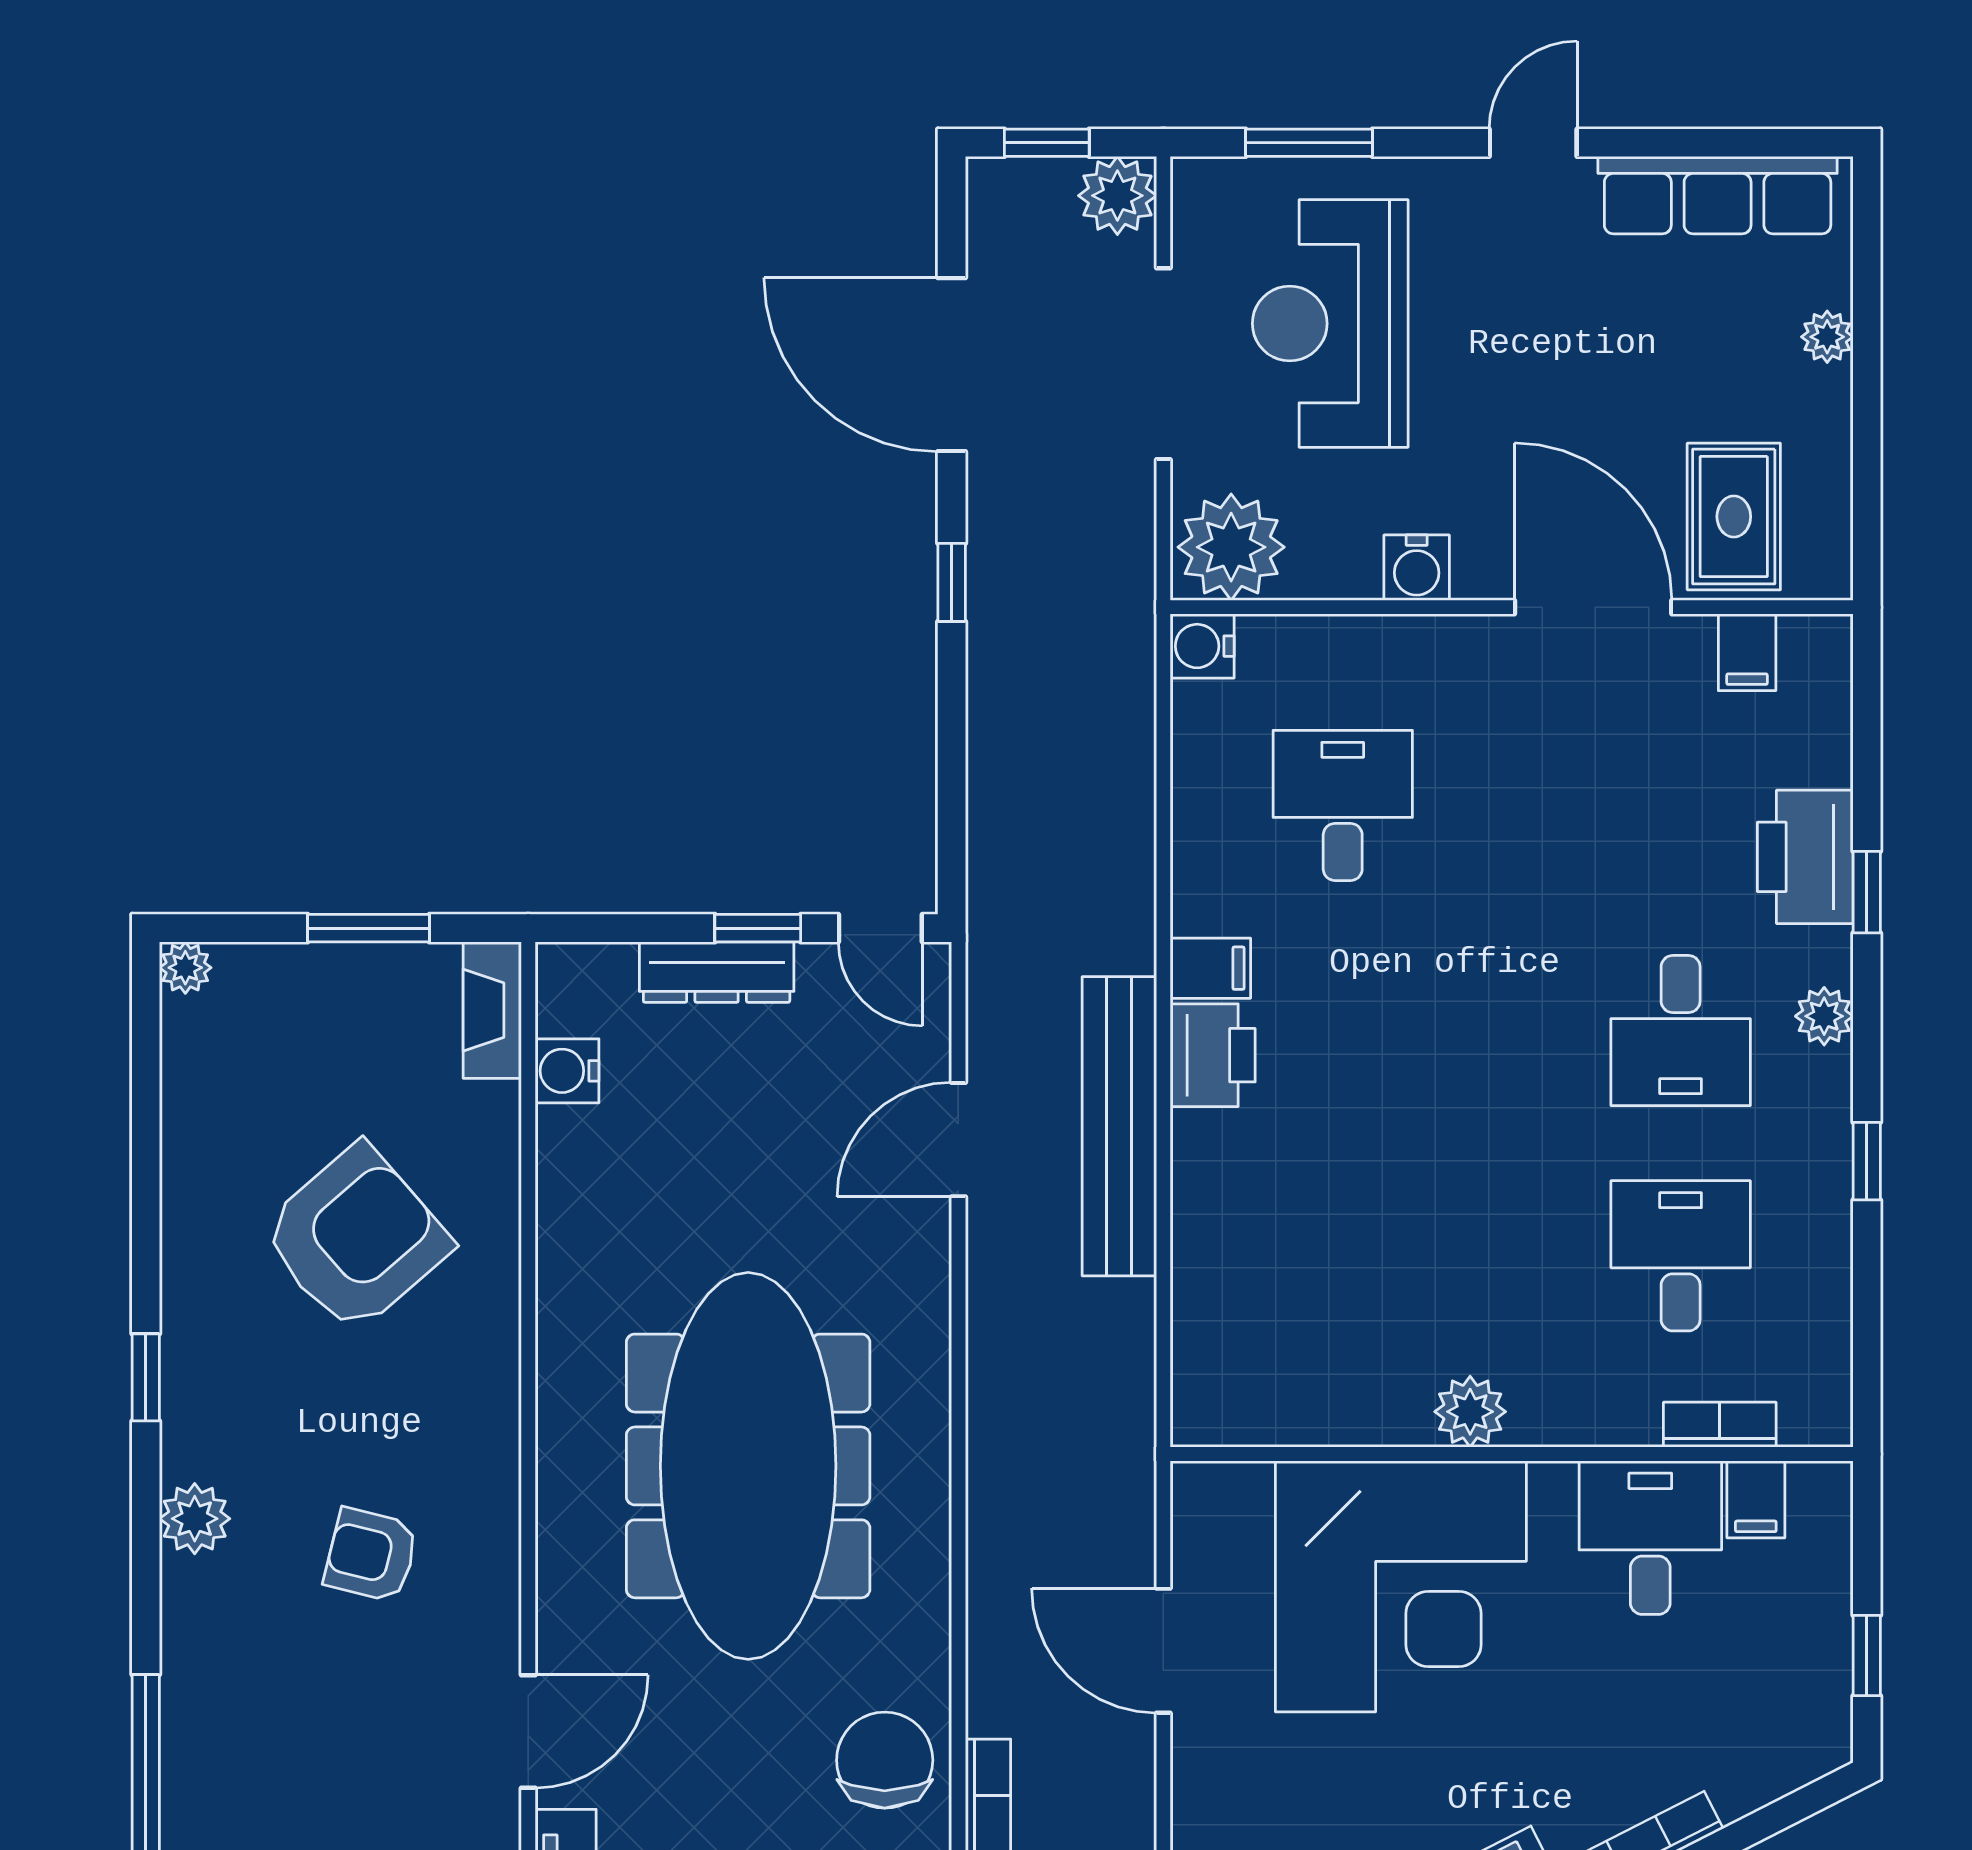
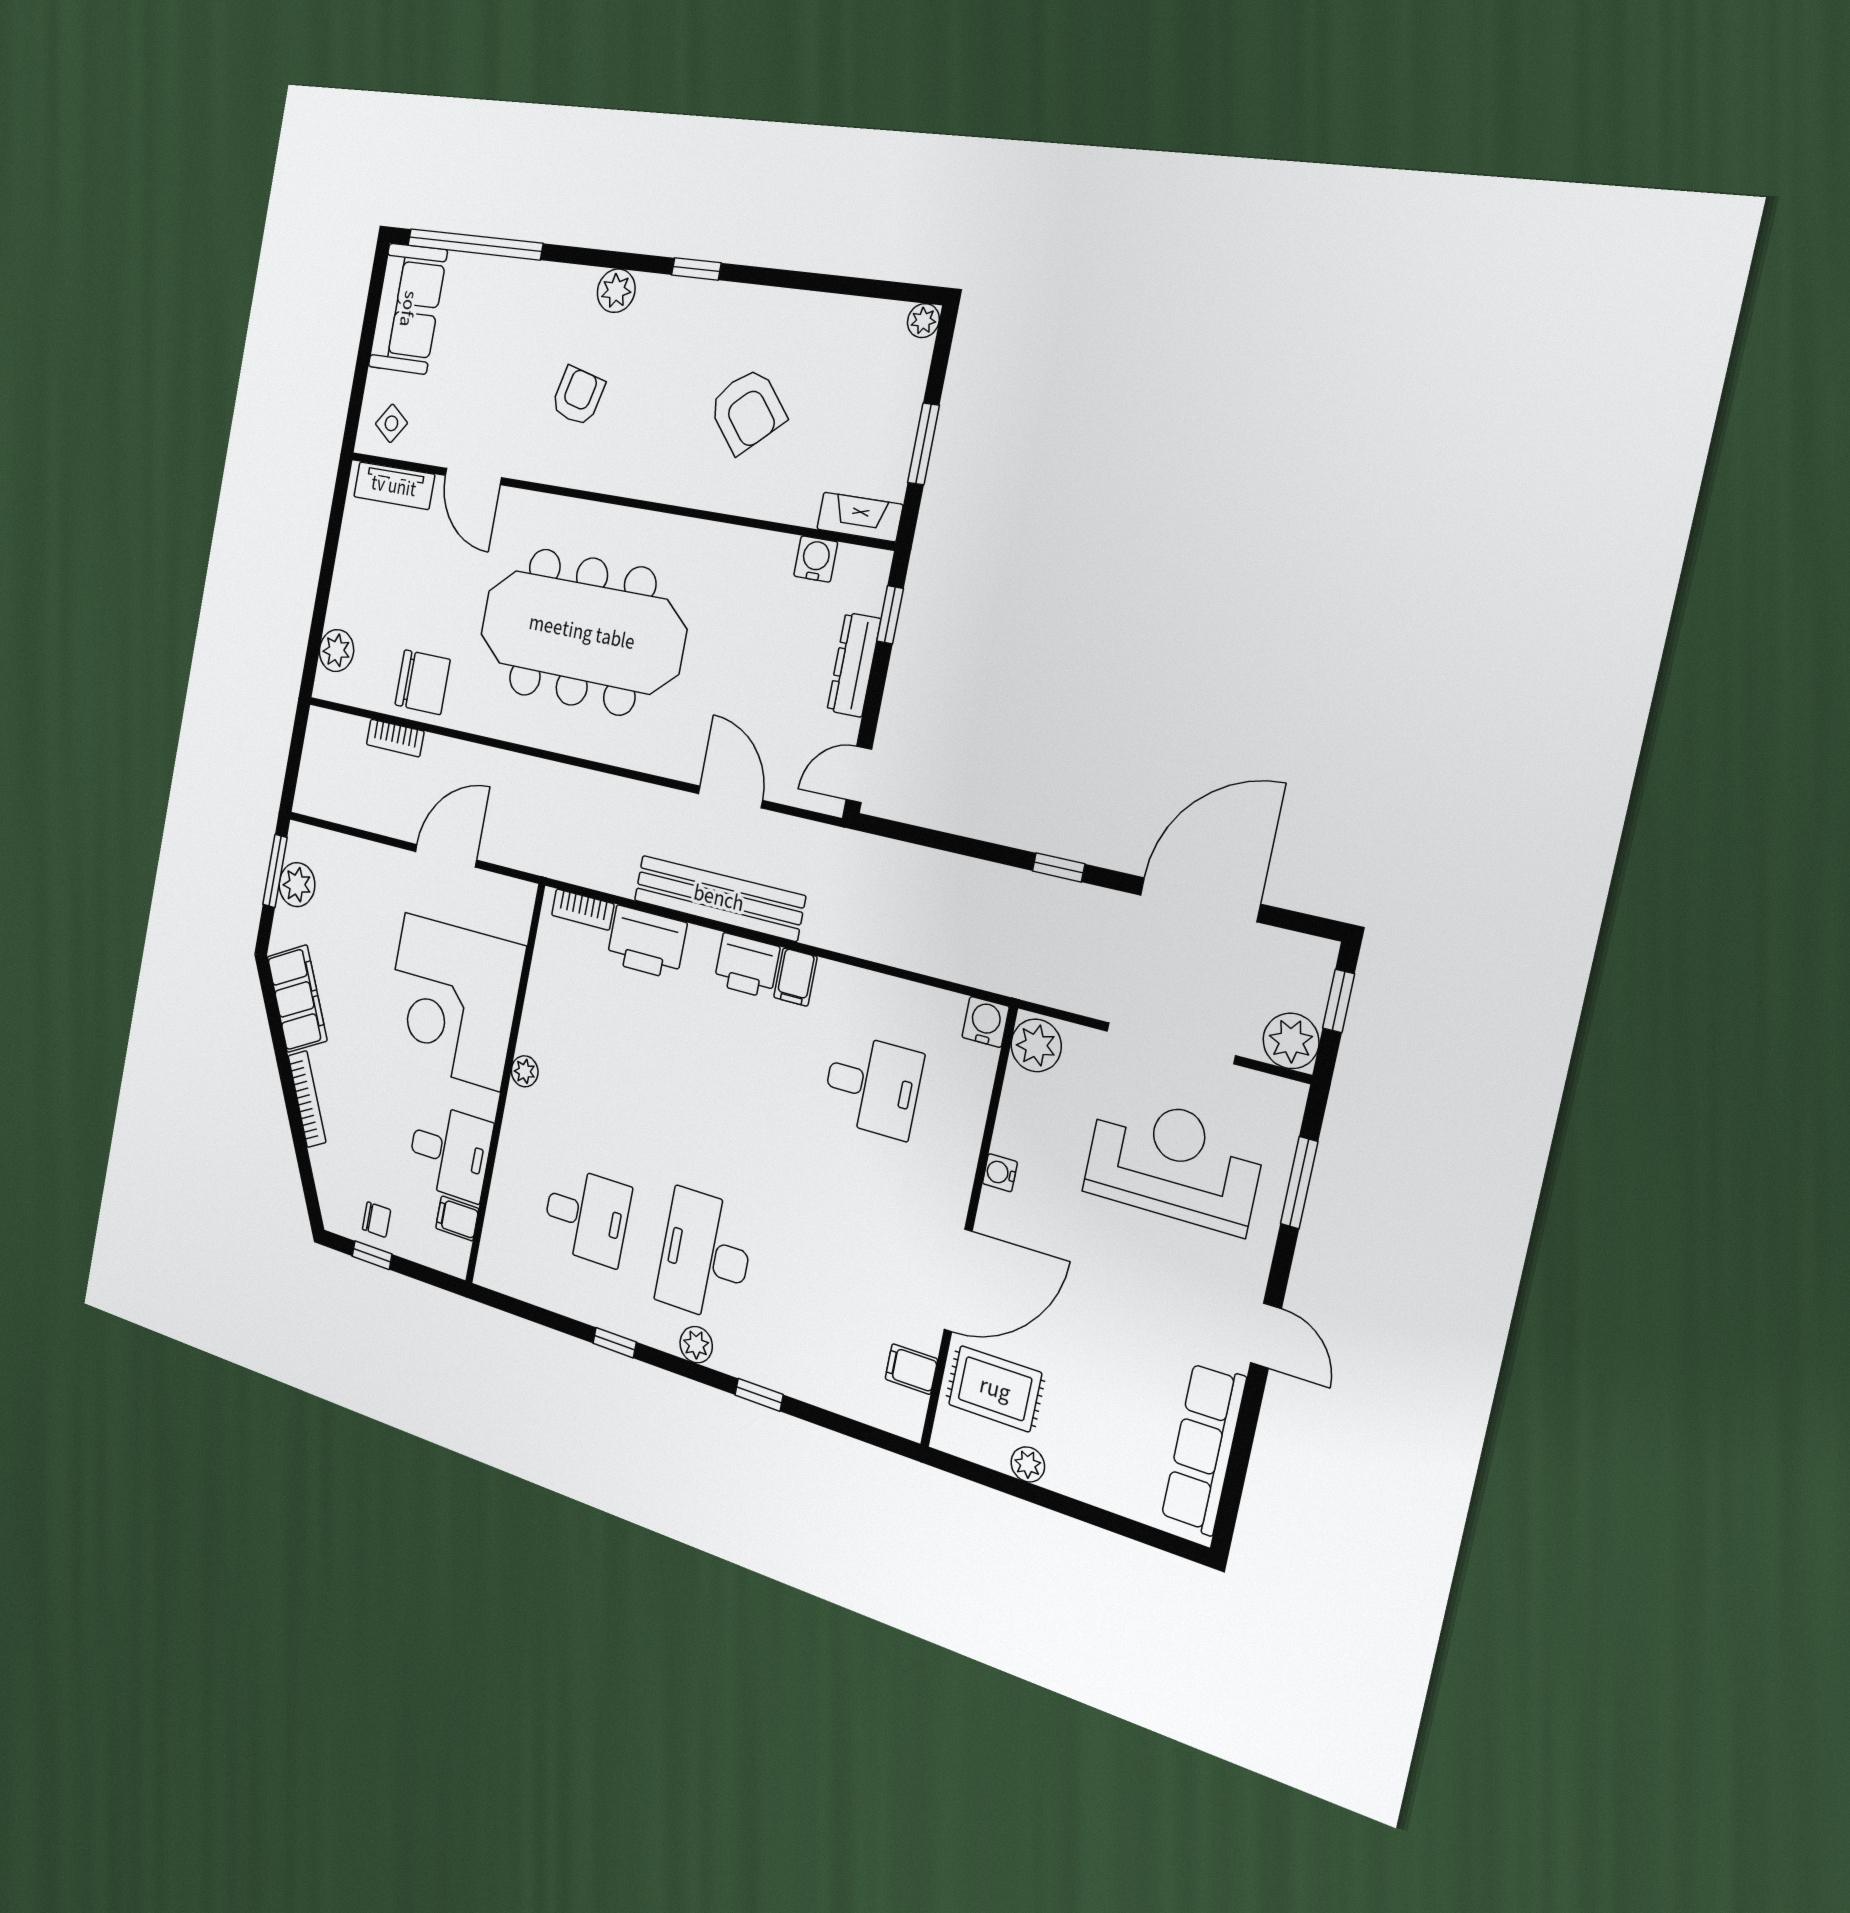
plant: (1827, 337) -> (1028, 1464), moved
plant: (1231, 547) -> (1036, 1045), width x0.73, depth x0.73
water cooler: (1417, 568) -> (1000, 1173), width x0.72, depth x0.72
printer: (1805, 857) -> (647, 942), moved, turned 180
window: (758, 928) -> (890, 615), moved
desk: (1681, 1031) -> (705, 1255), width x1.37
armchair: (356, 1239) -> (747, 410), width x0.73, depth x0.73
plant: (1470, 1412) -> (525, 1071), width x0.73, depth x0.73
bookcase: (1720, 1425) -> (583, 910), moved, turned 90
chair: (1805, 1659) -> (376, 1220), added

